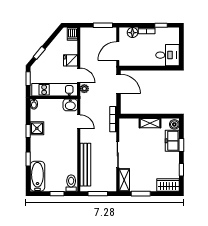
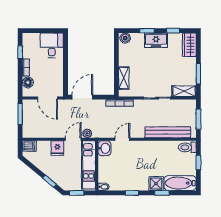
shelving: (150, 123) -> (124, 78), moved
shower: (37, 128) -> (156, 184), moved
freezer: (172, 141) -> (156, 40), moved

